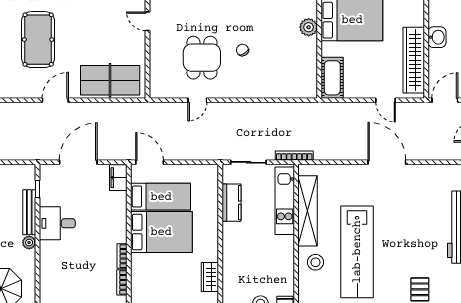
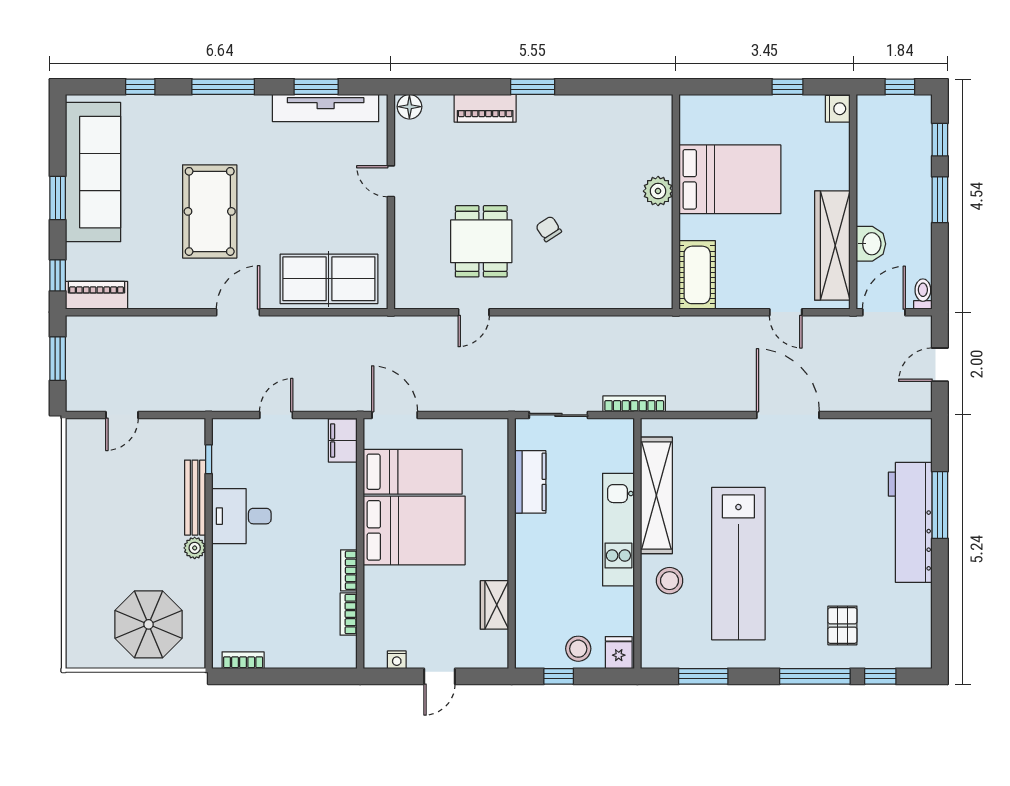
washbasin: (437, 37) -> (871, 244), moved
door: (78, 162) -> (276, 415), width x0.53
kitchen unit: (285, 201) -> (618, 530), moved

